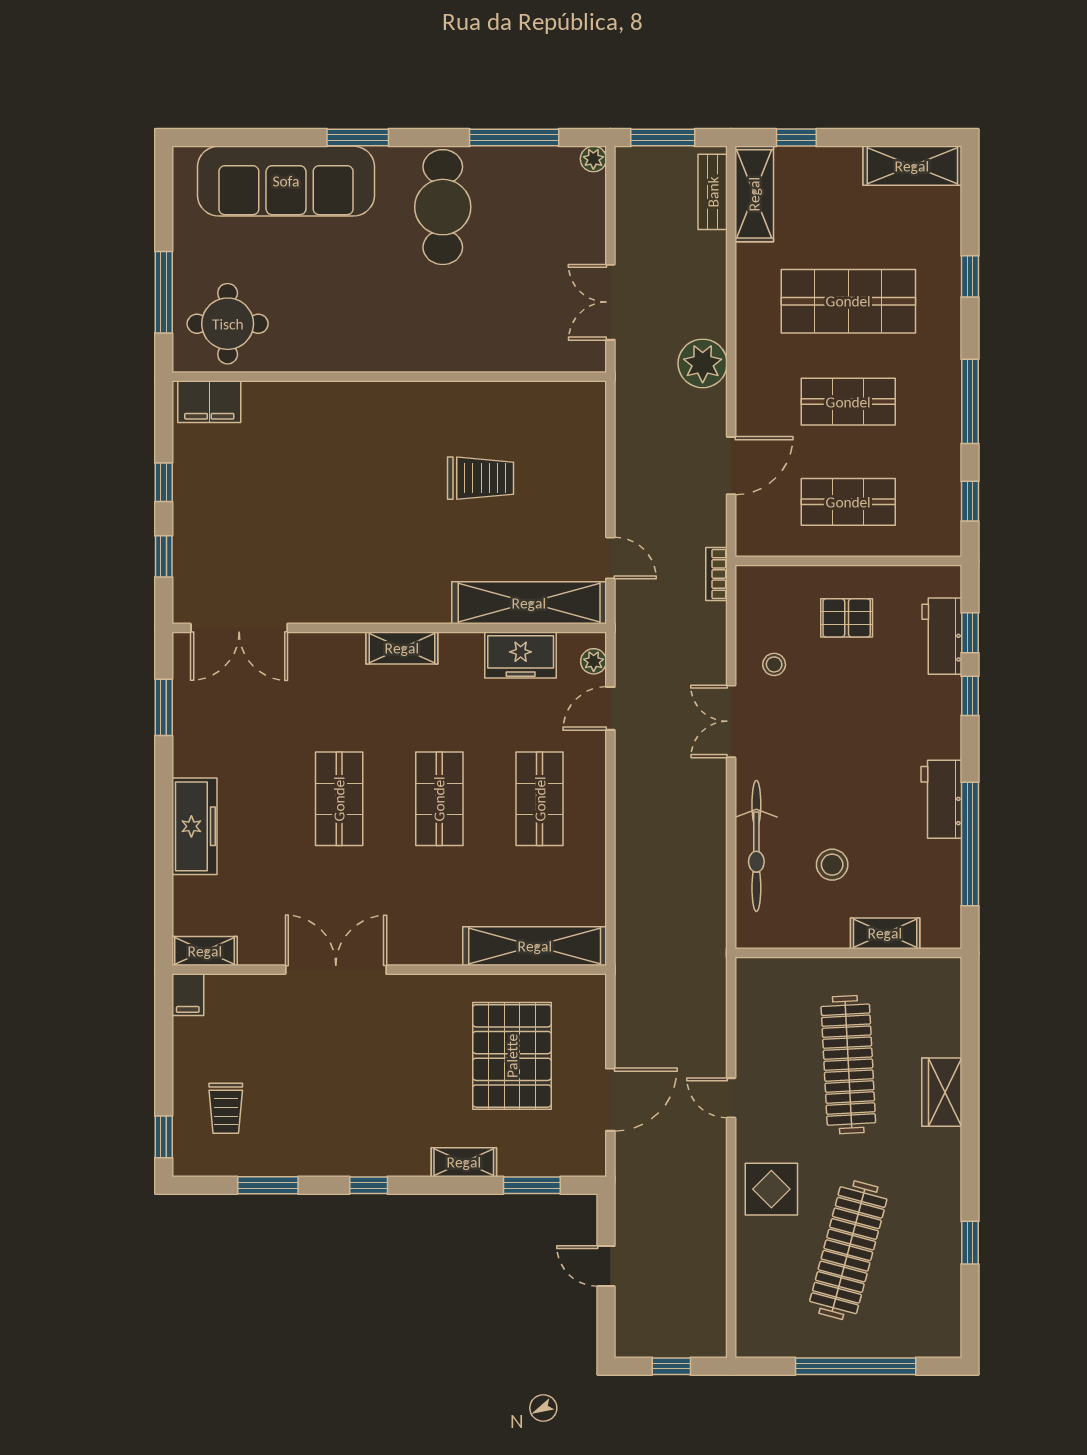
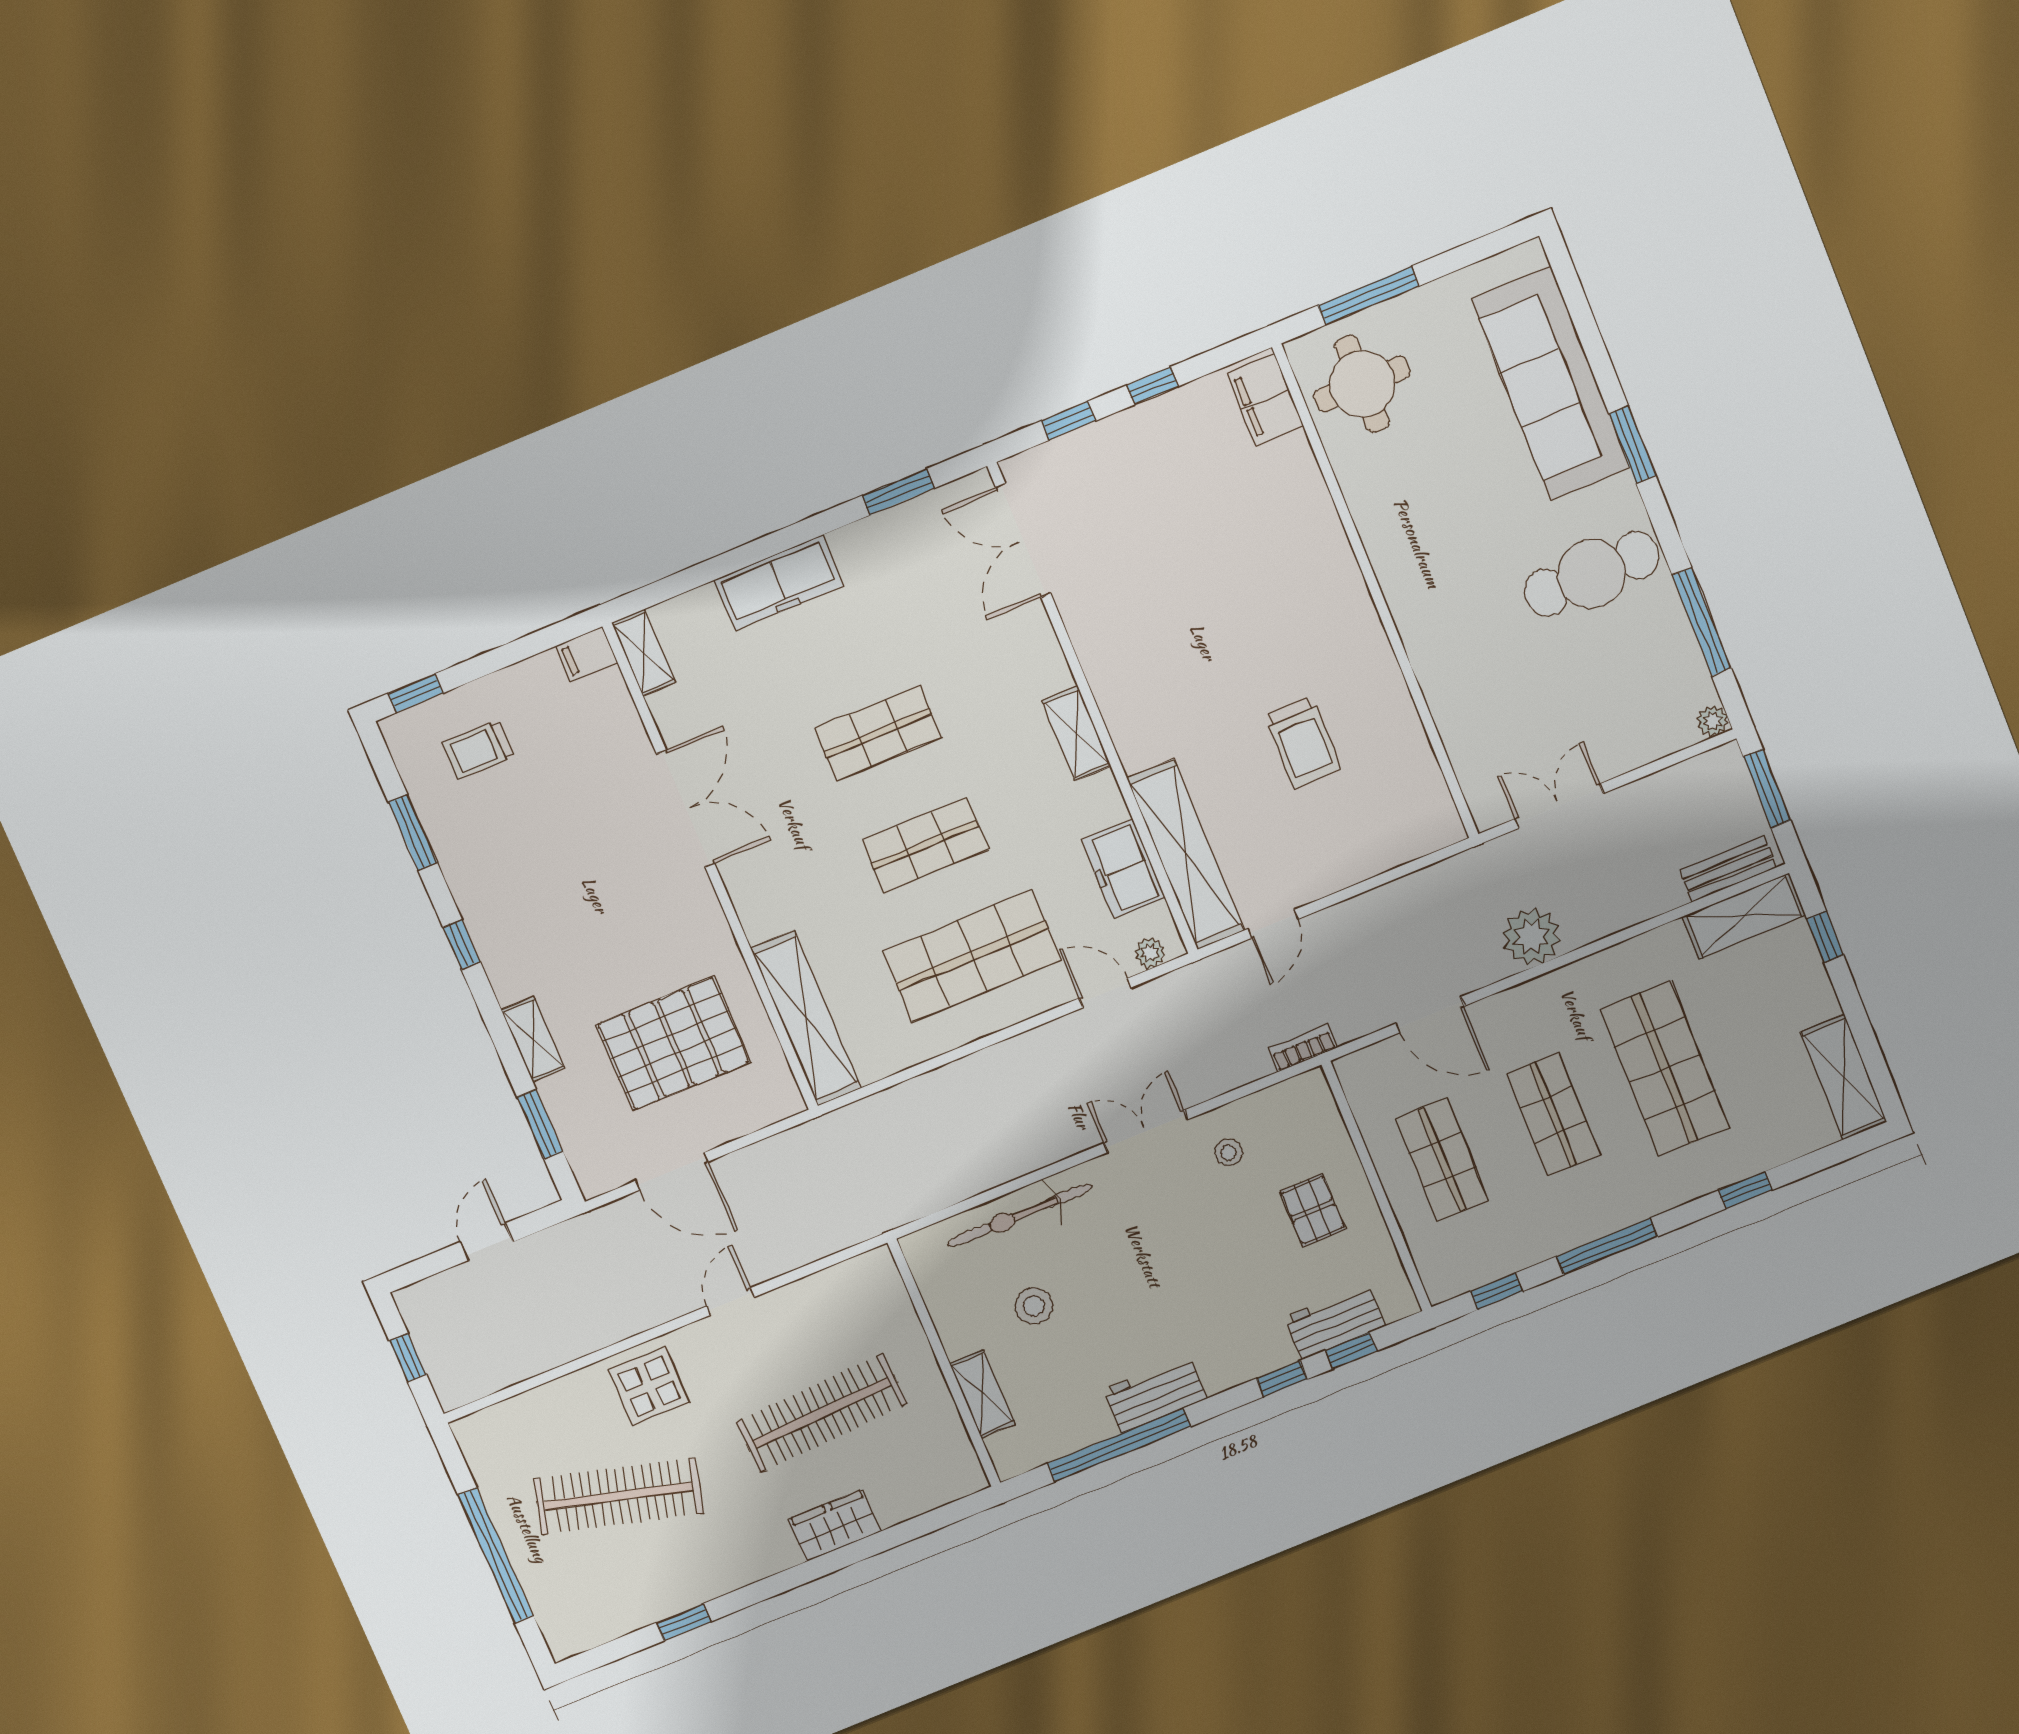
shop shelf: (540, 799) -> (972, 956), width x1.43, depth x1.36

